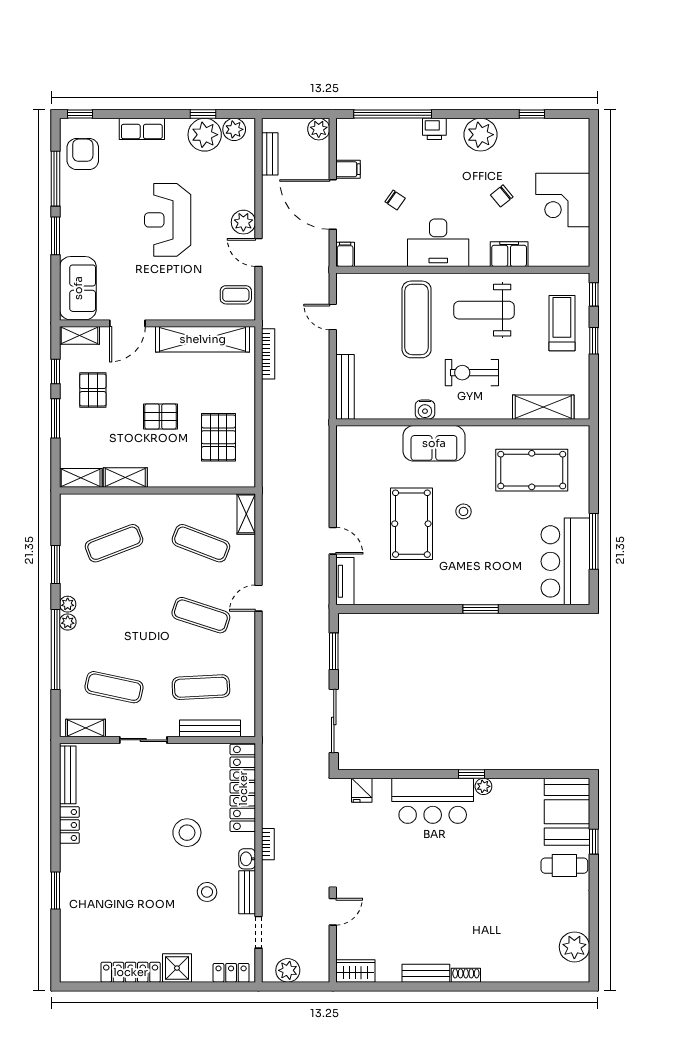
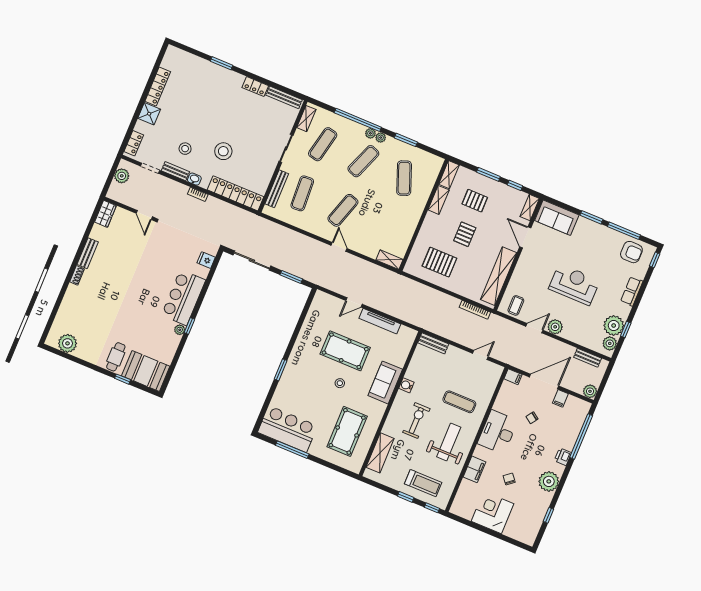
exercise mat: (417, 319) -> (459, 402), width x0.73, depth x0.69
bench: (345, 387) -> (433, 343), width x0.73
pallet: (93, 390) -> (475, 201), moved
exercise mat: (201, 543) -> (363, 161), moved
tv unit: (345, 581) -> (380, 321), moved, width x1.41

